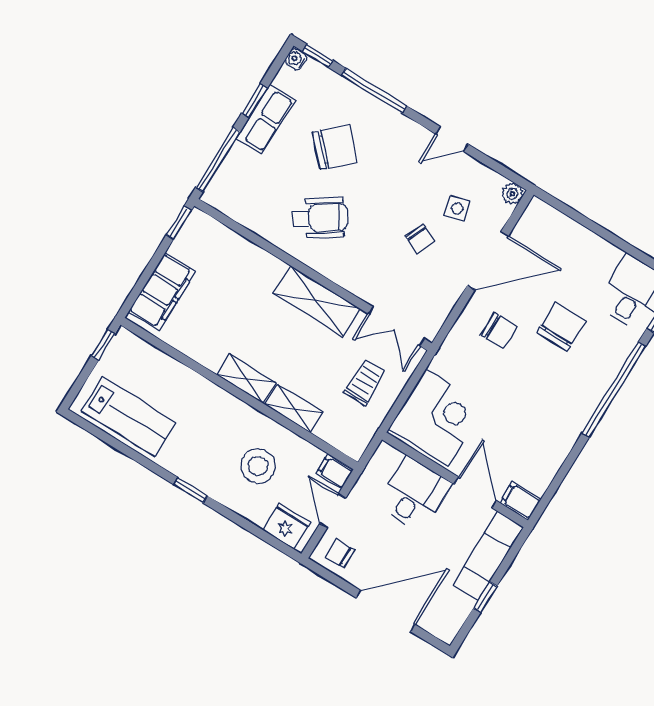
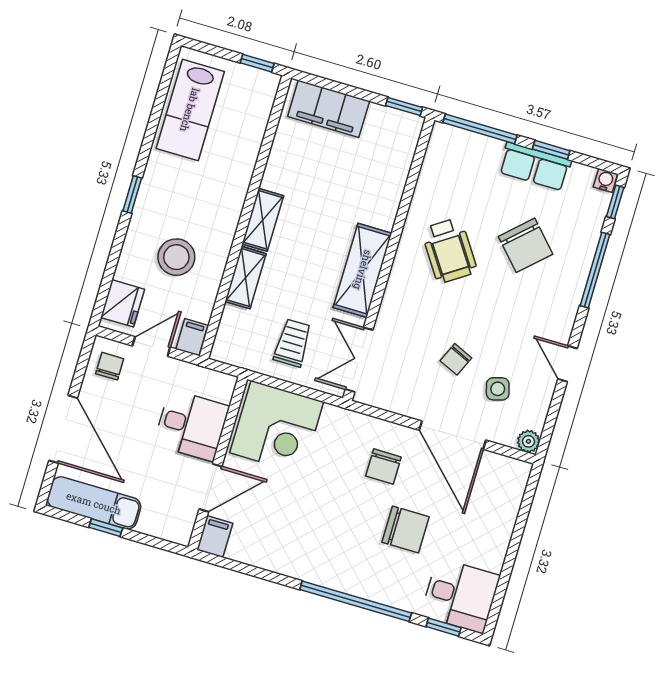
trolley: (365, 382) -> (293, 343), turned -90
exam couch: (488, 556) -> (94, 503), moved

